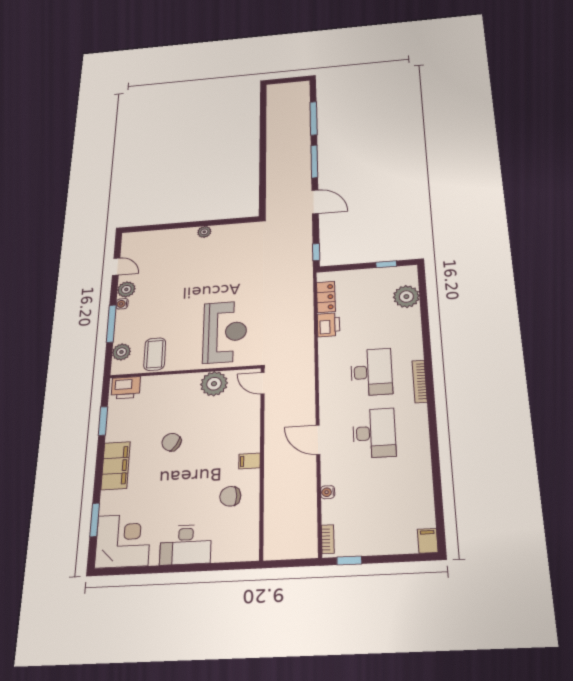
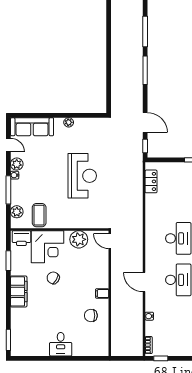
door: (315, 202) -> (145, 123), moved
sofa: (152, 241) -> (32, 127), added
printer: (328, 325) -> (152, 202), removed
reception desk: (225, 332) -> (82, 176), moved
window: (95, 520) -> (8, 340), moved
corner desk: (123, 541) -> (48, 247), moved, turned 90
desk: (186, 545) -> (61, 344), width x0.73

